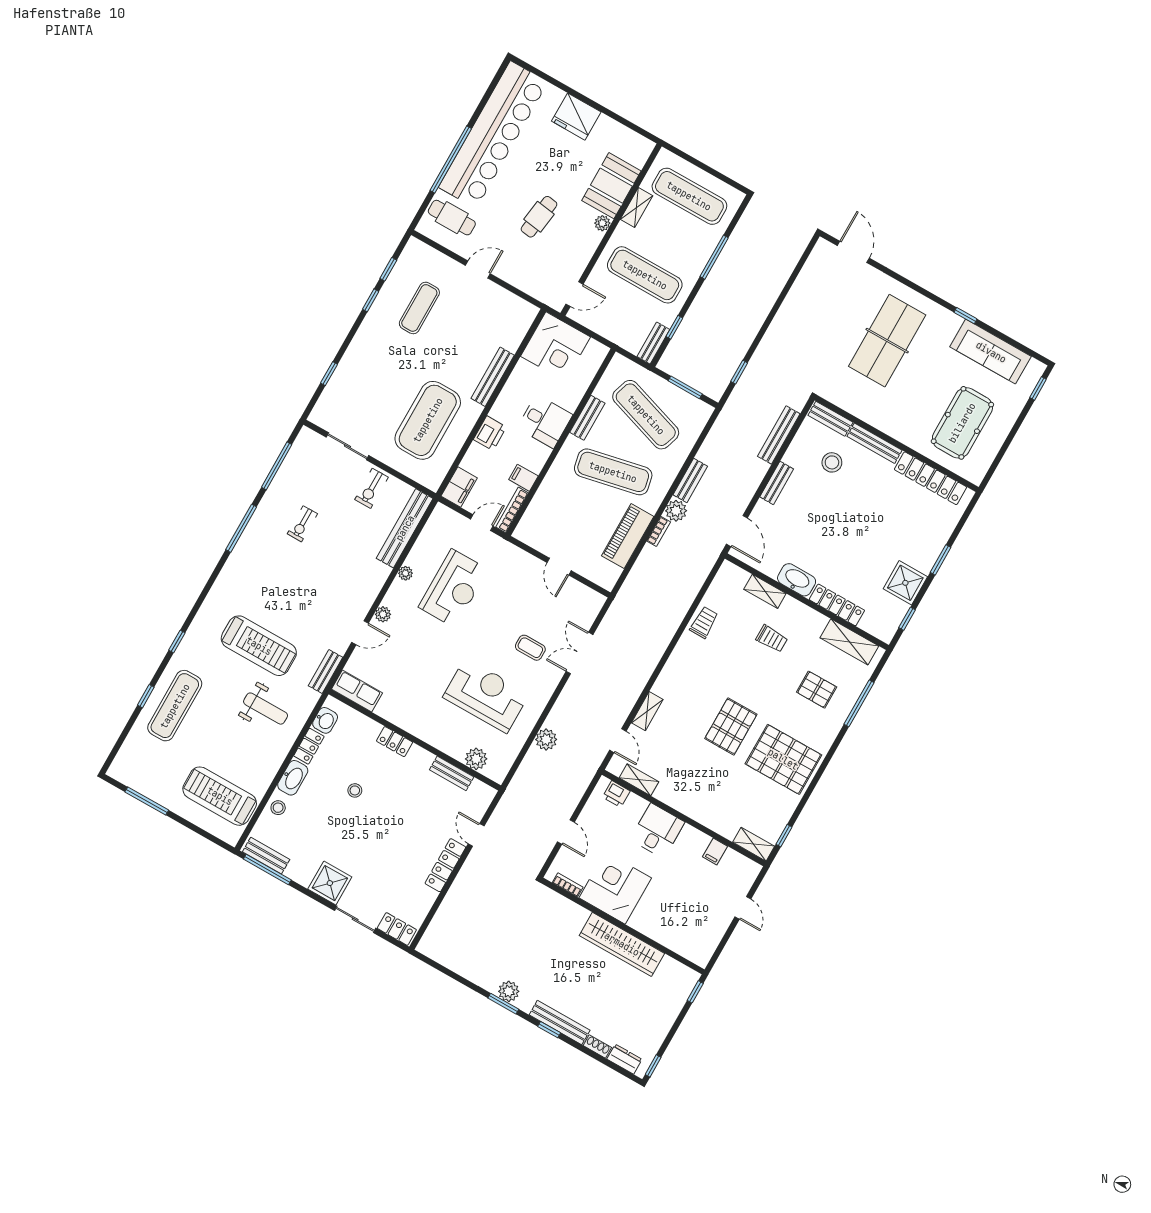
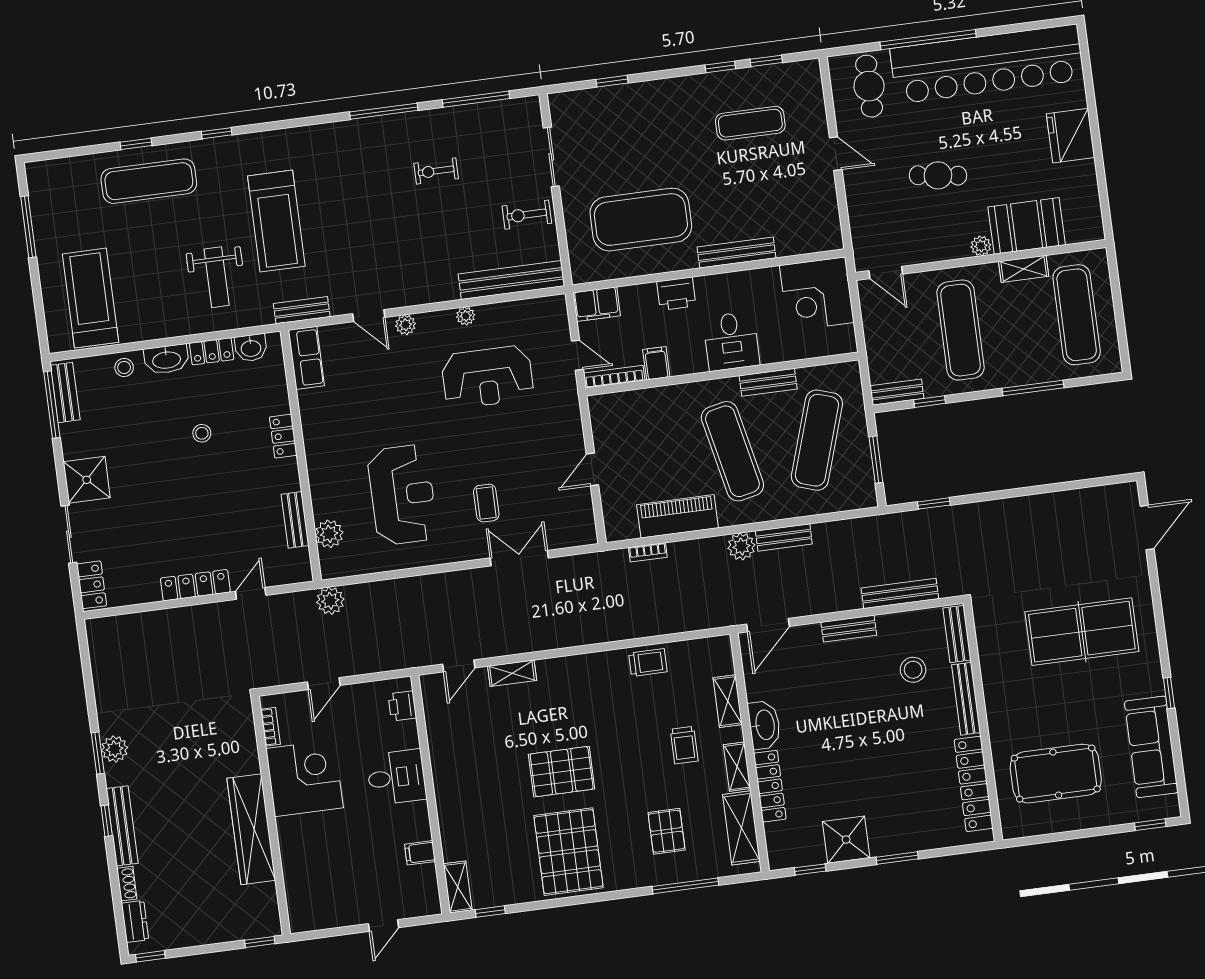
bookcase: (659, 531) -> (648, 552), moved
plant: (546, 740) -> (330, 601), moved
shelving: (639, 780) -> (737, 767), moved

